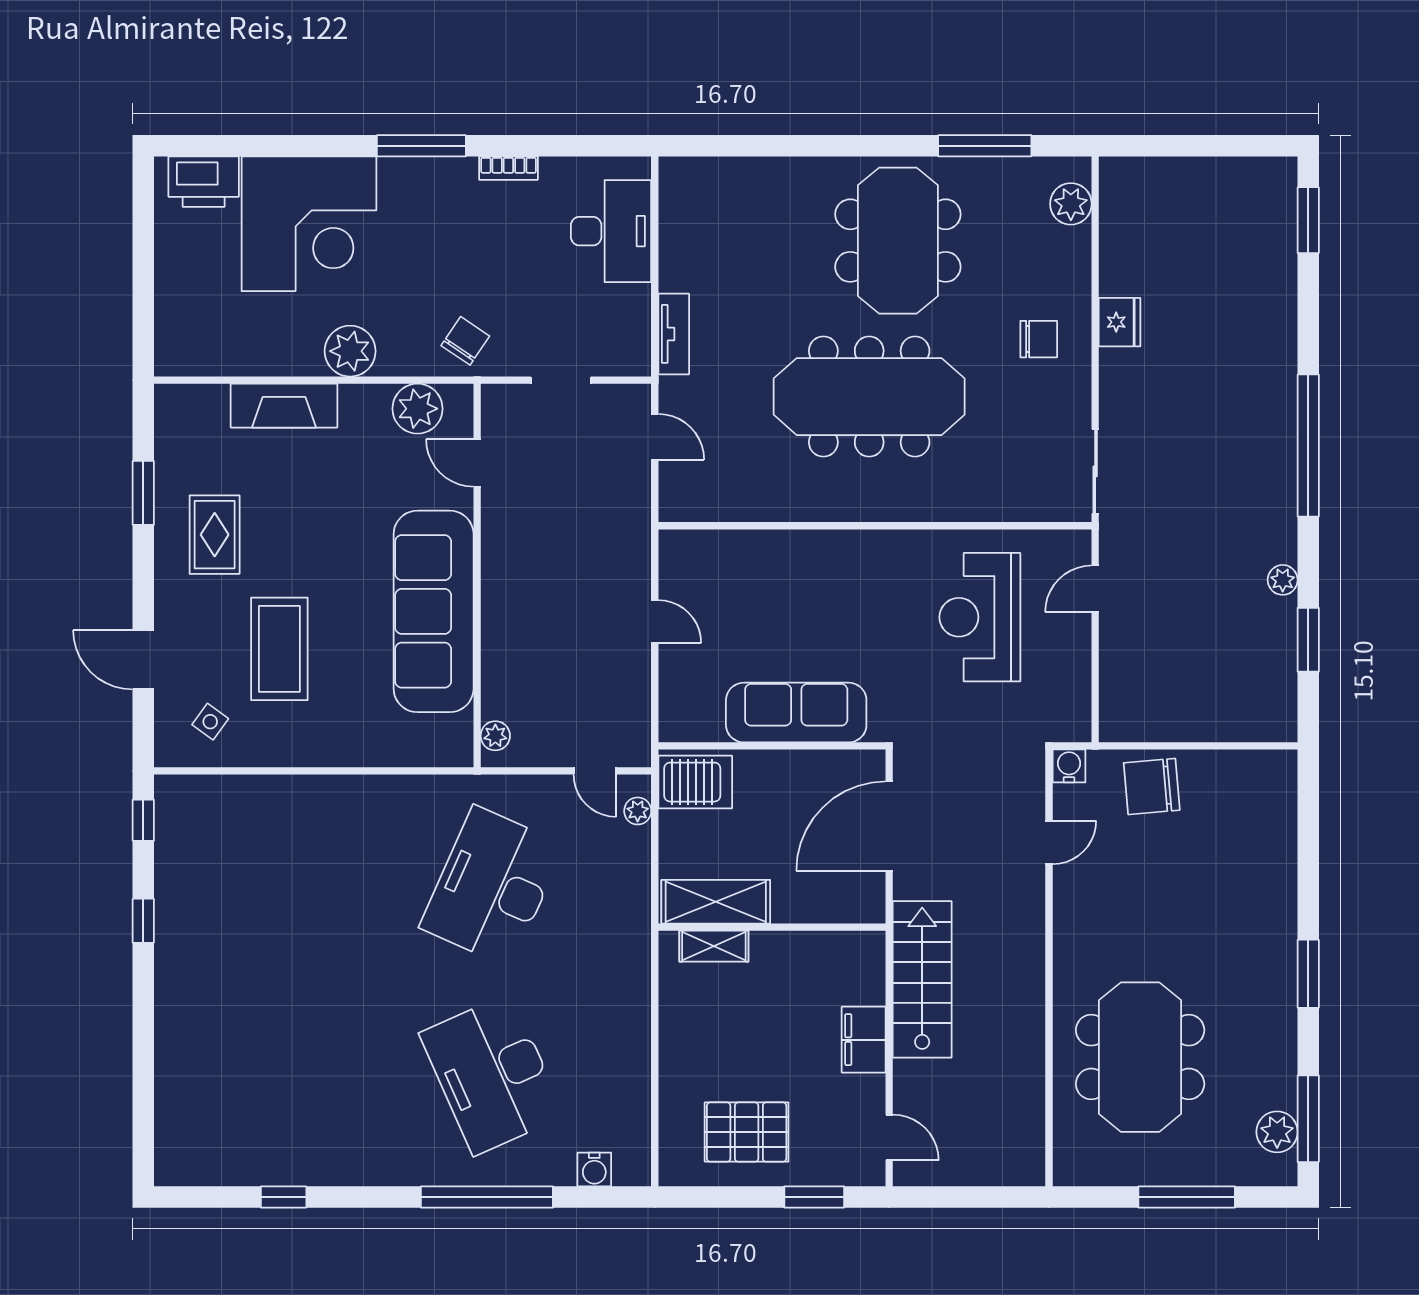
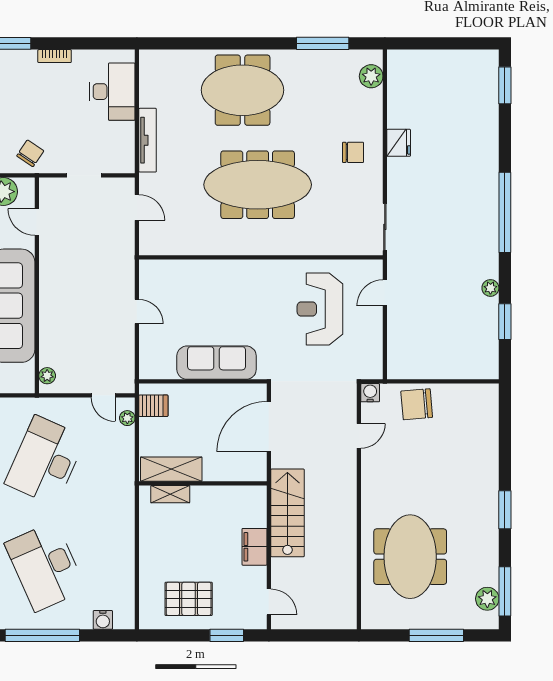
meeting table: (898, 241) -> (243, 90), moved, turned 90
tv unit: (674, 334) -> (148, 140), width x1.41
server rack: (695, 782) -> (153, 406), width x0.73, depth x0.70

